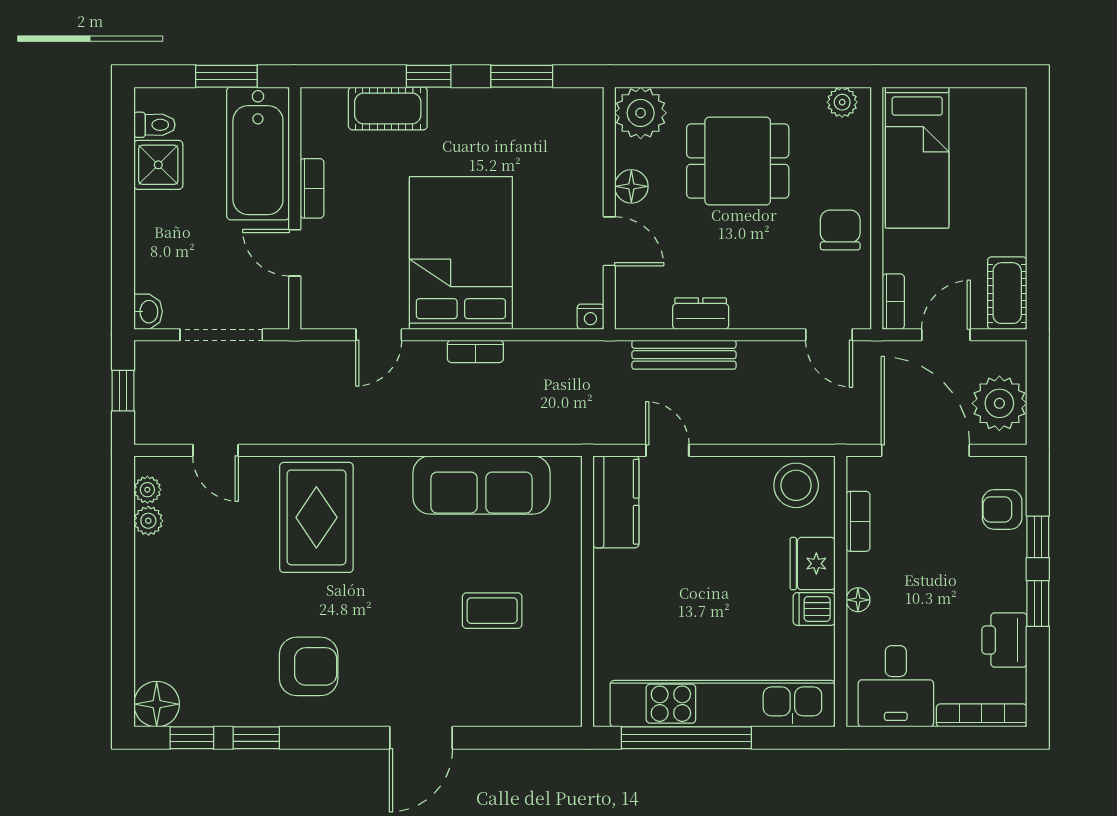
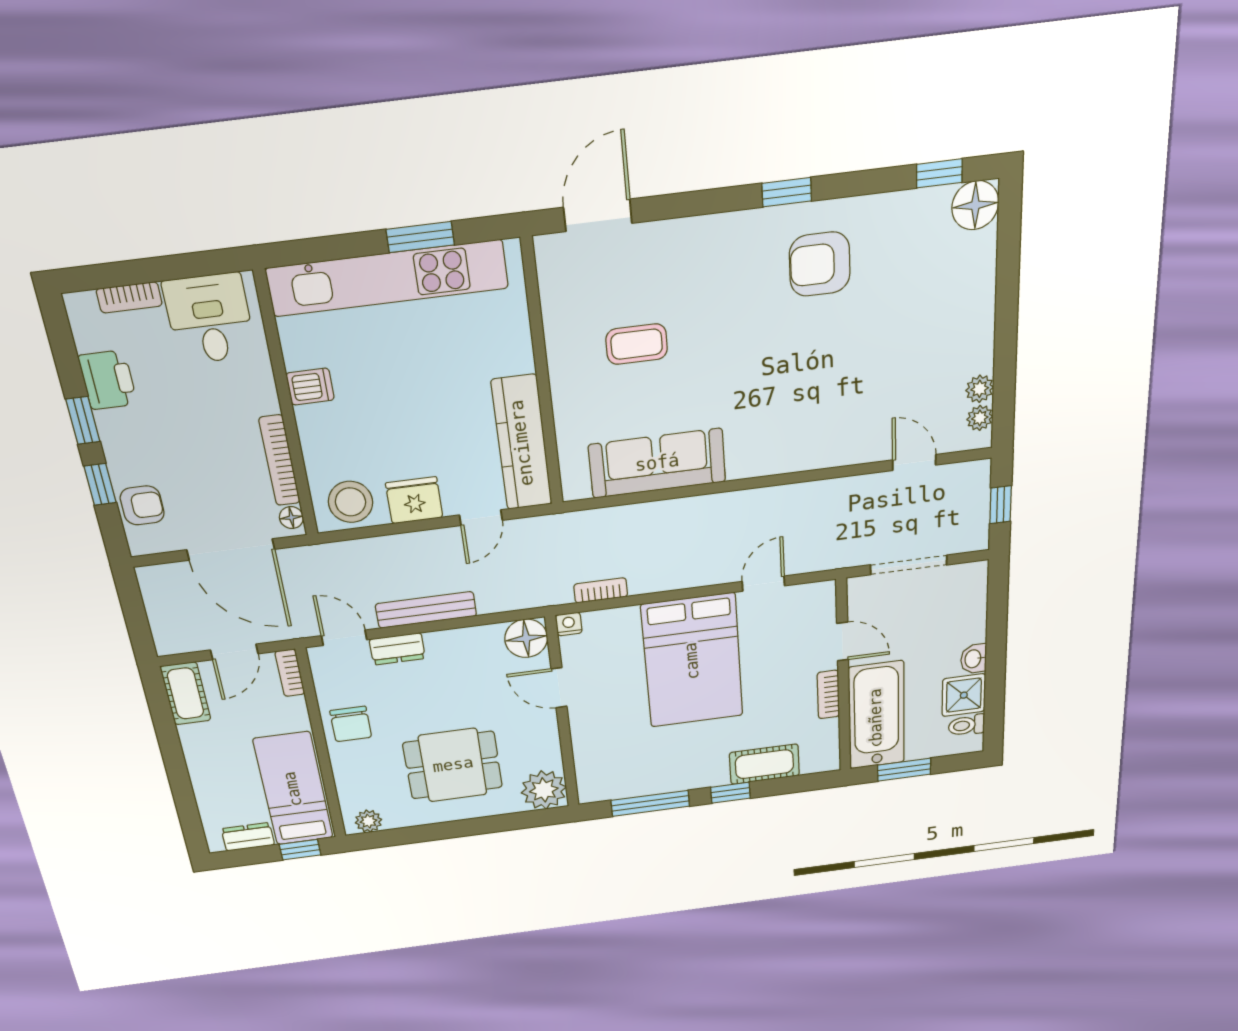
window: (522, 76) -> (650, 803), width x1.44
window: (925, 76) -> (300, 850), added
dresser: (979, 102) -> (248, 837), added
floor lamp: (631, 186) -> (526, 638), moved, width x1.38, depth x1.38
washbasin: (148, 312) -> (974, 659), moved
dresser: (701, 314) -> (397, 649), moved
bookcase: (475, 351) -> (601, 590), moved
bench: (684, 355) -> (426, 610), moved
plant: (999, 403) -> (169, 600), removed
door: (667, 450) -> (481, 518), hinge flipped
kitchen counter: (616, 502) -> (522, 443), width x1.50
rug: (316, 517) -> (816, 413), removed
bookcase: (858, 521) -> (280, 460), width x1.56
fridge: (813, 564) -> (414, 500), moved, turned -90
floor lamp: (858, 600) -> (291, 518), moved
bookcase: (982, 715) -> (129, 297), width x0.64
window: (256, 738) -> (787, 192), moved
door: (421, 738) -> (598, 215), moved
window: (686, 738) -> (420, 237), width x0.47

